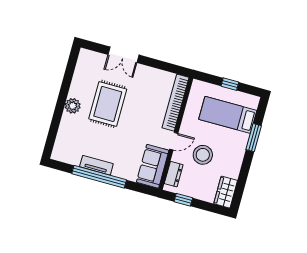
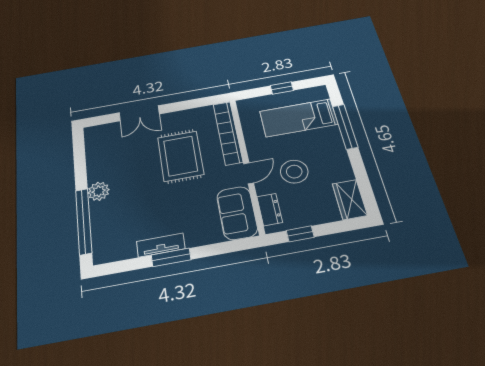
rug: (108, 104) -> (181, 156), moved
window: (55, 124) -> (84, 221), added
window: (254, 138) -> (345, 127), width x1.44
window: (99, 177) -> (171, 257), width x0.47

